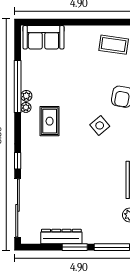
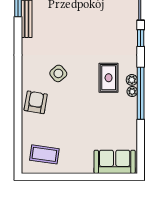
window: (18, 86) -> (141, 93), moved
plant: (26, 96) -> (132, 80), moved

